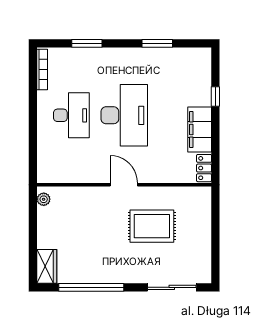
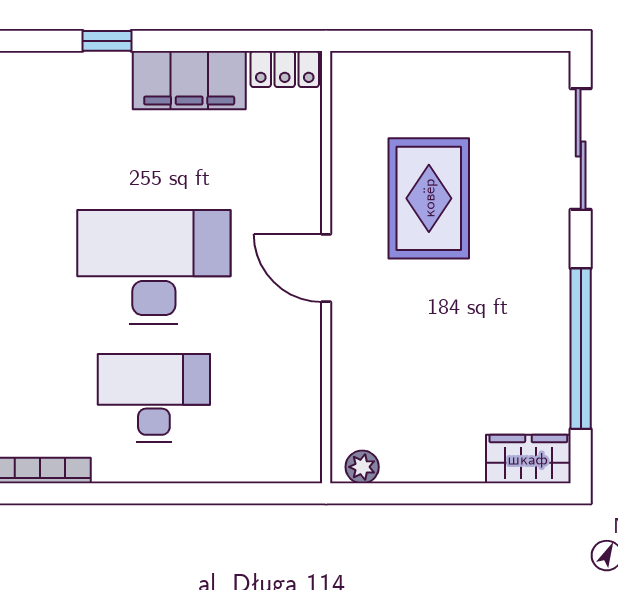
door: (124, 185) -> (326, 268), hinge flipped

